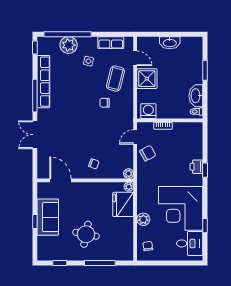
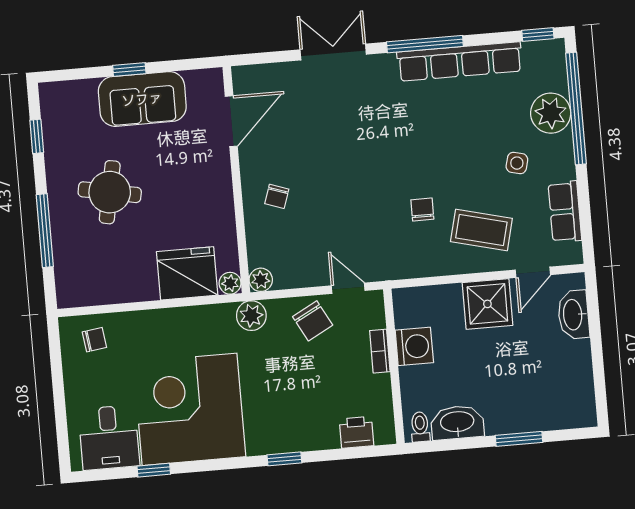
washbasin: (170, 43) -> (573, 315), moved
washing machine: (148, 111) -> (414, 346), moved
printer: (196, 167) -> (356, 432), moved
plant: (143, 219) -> (251, 316), moved

